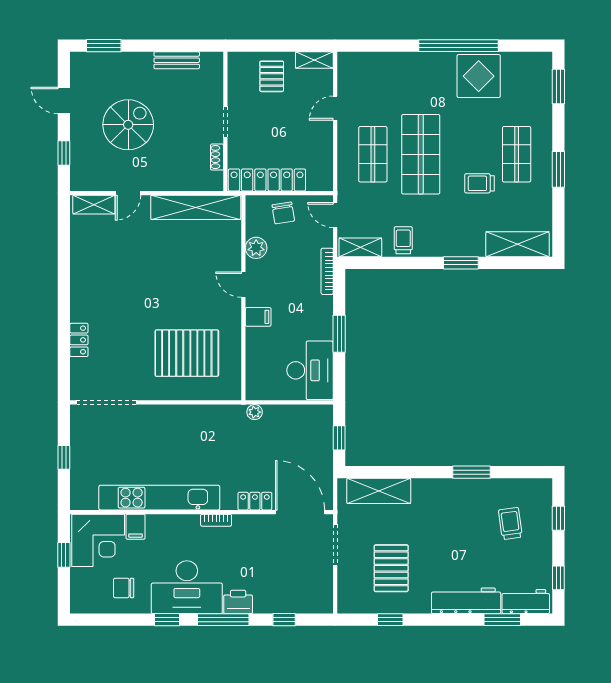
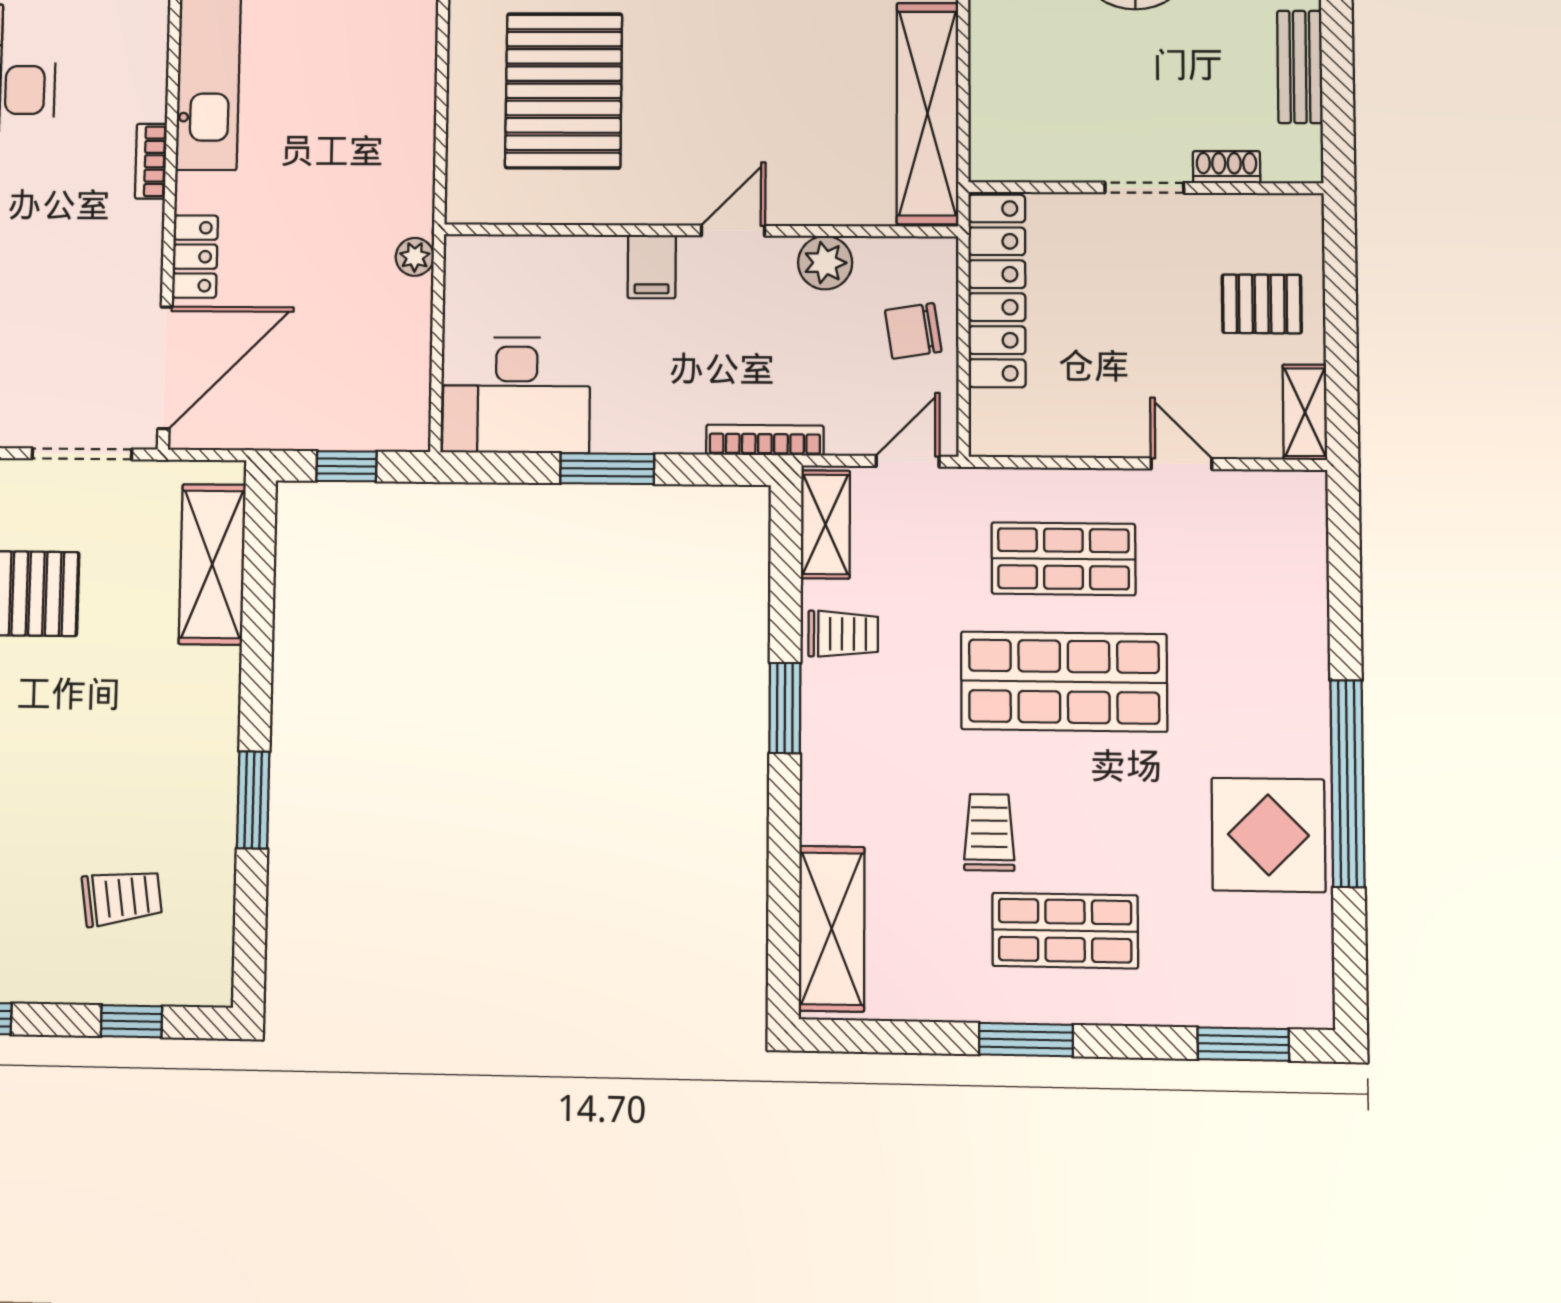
shoe rack: (217, 157) -> (1227, 167), moved
window: (461, 263) -> (785, 708), moved

